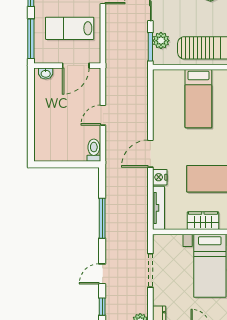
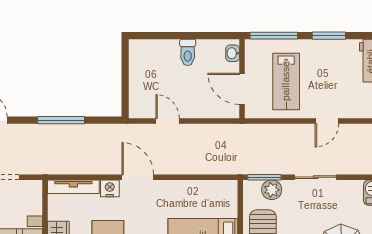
lab bench: (70, 28) -> (286, 81), turned 180
door: (103, 115) -> (168, 121), moved
toilet: (94, 150) -> (188, 52), moved, turned 90

